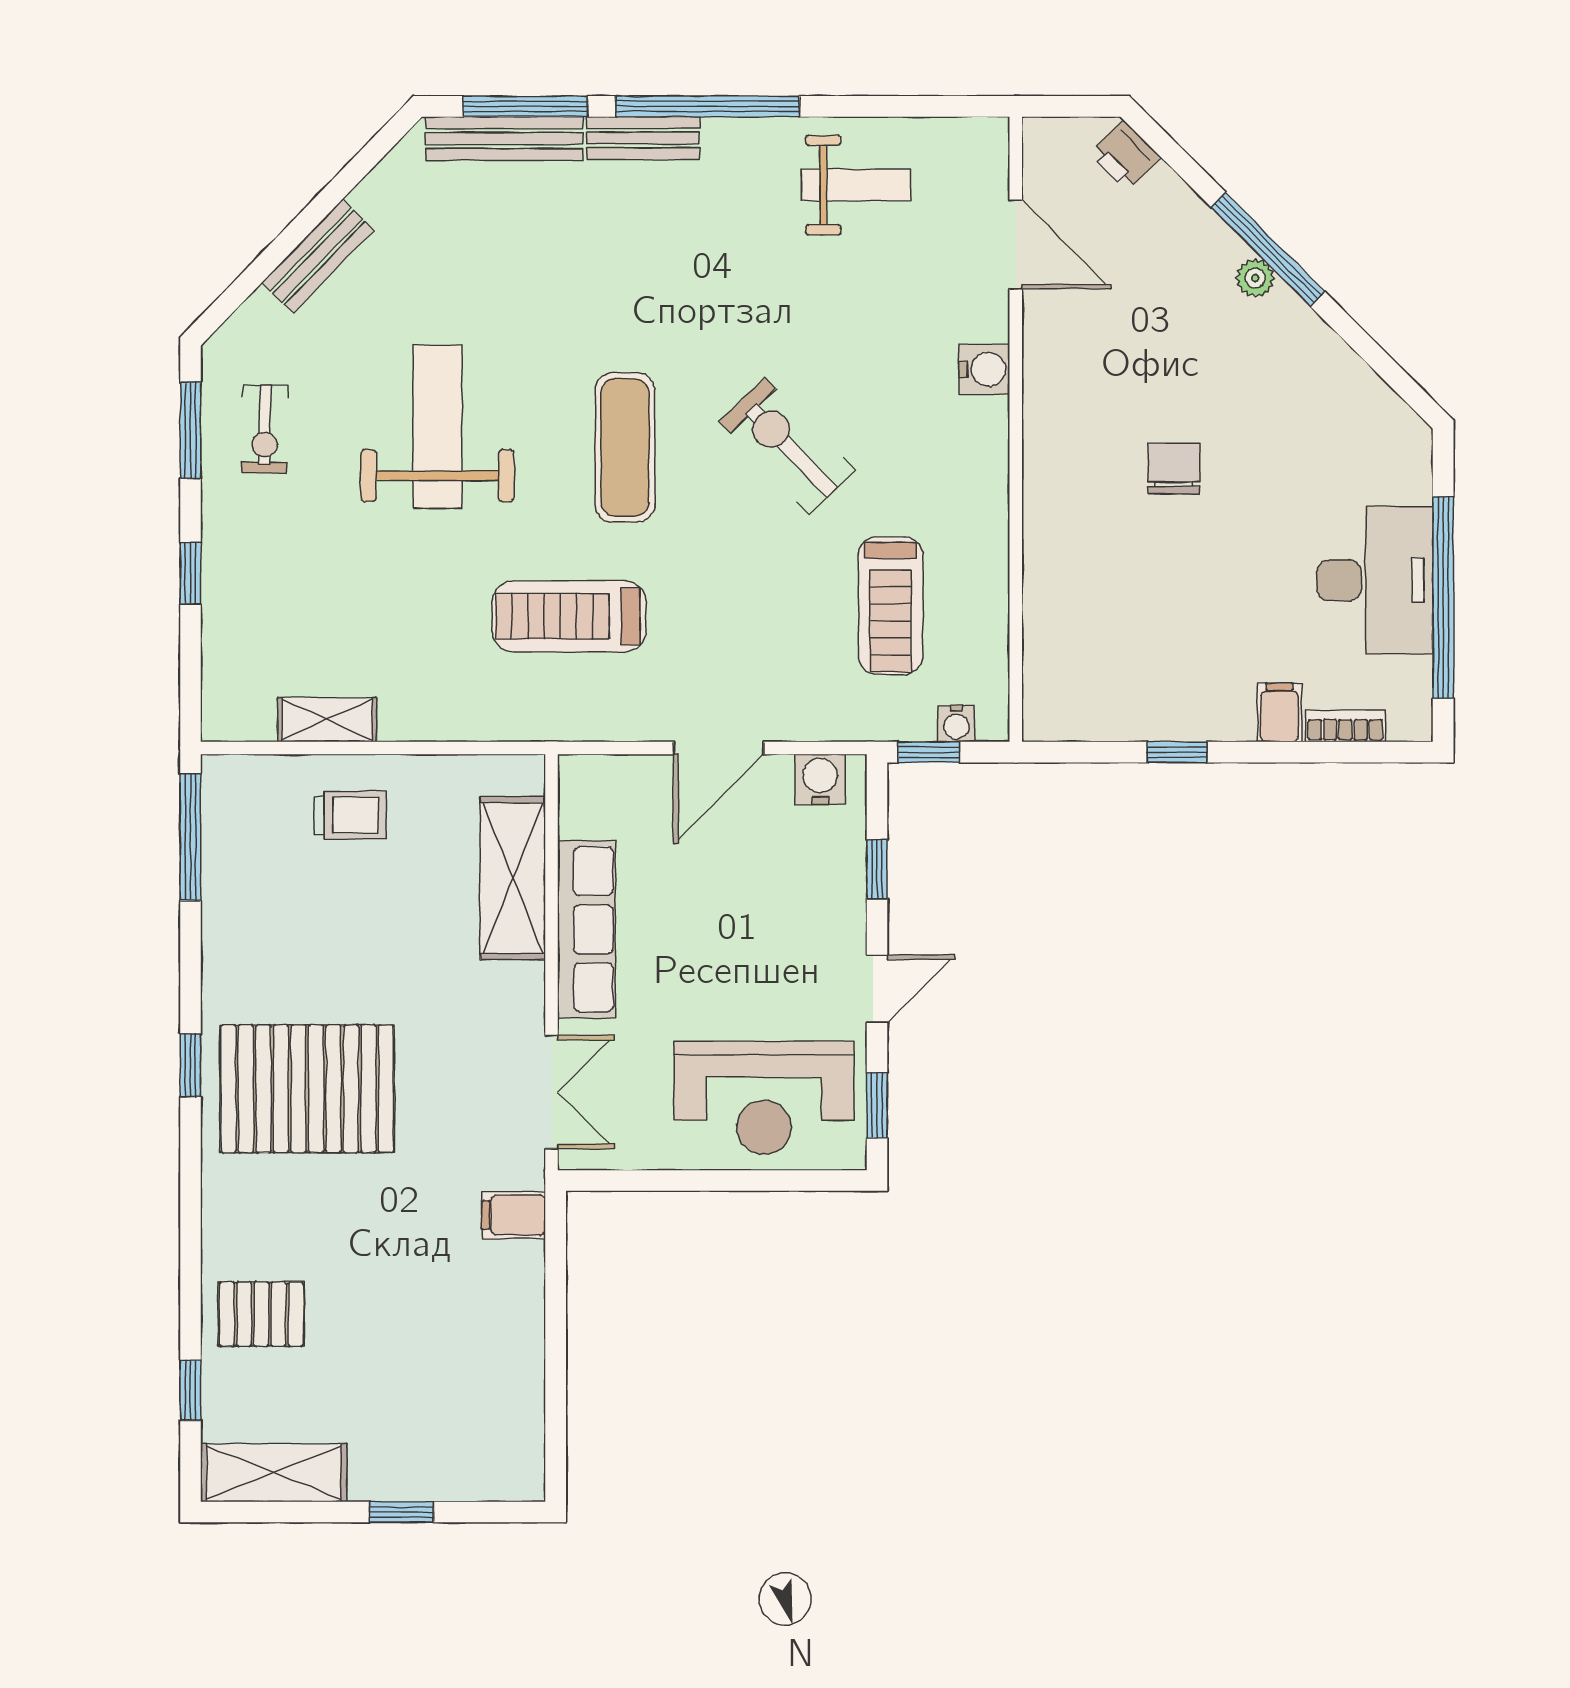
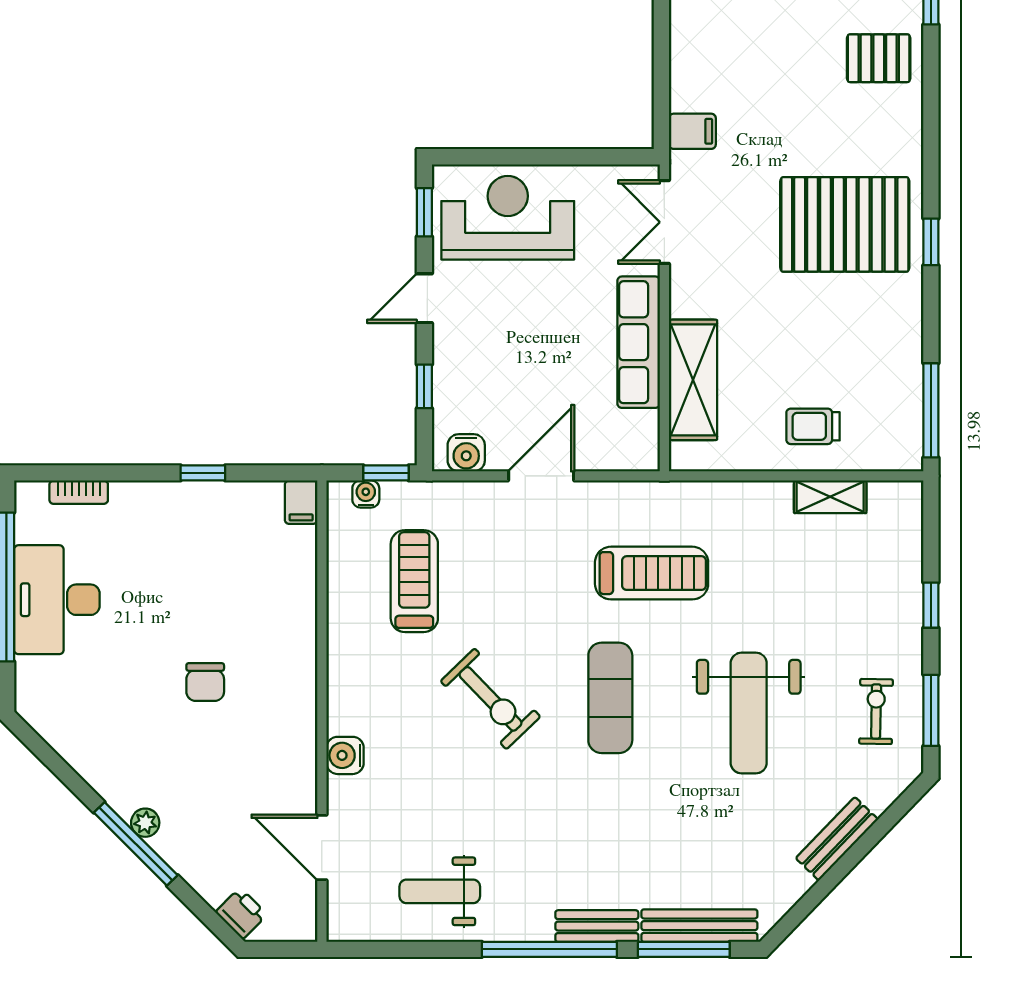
filing cabinet: (1279, 712) -> (301, 502), moved

